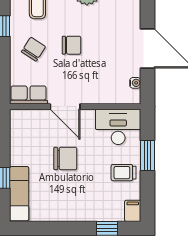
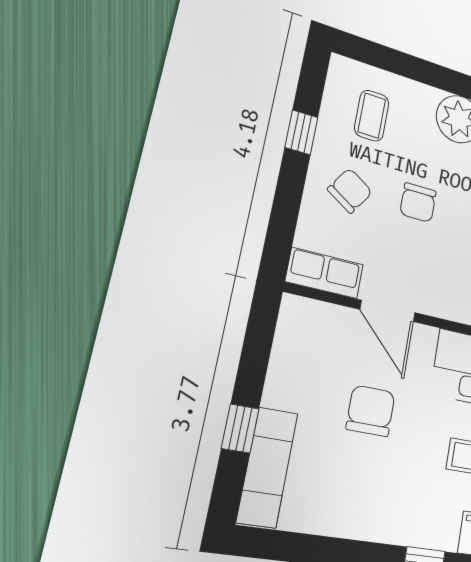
chair: (71, 45) -> (418, 203), turned 90
chair: (65, 158) -> (371, 411), turned -90

